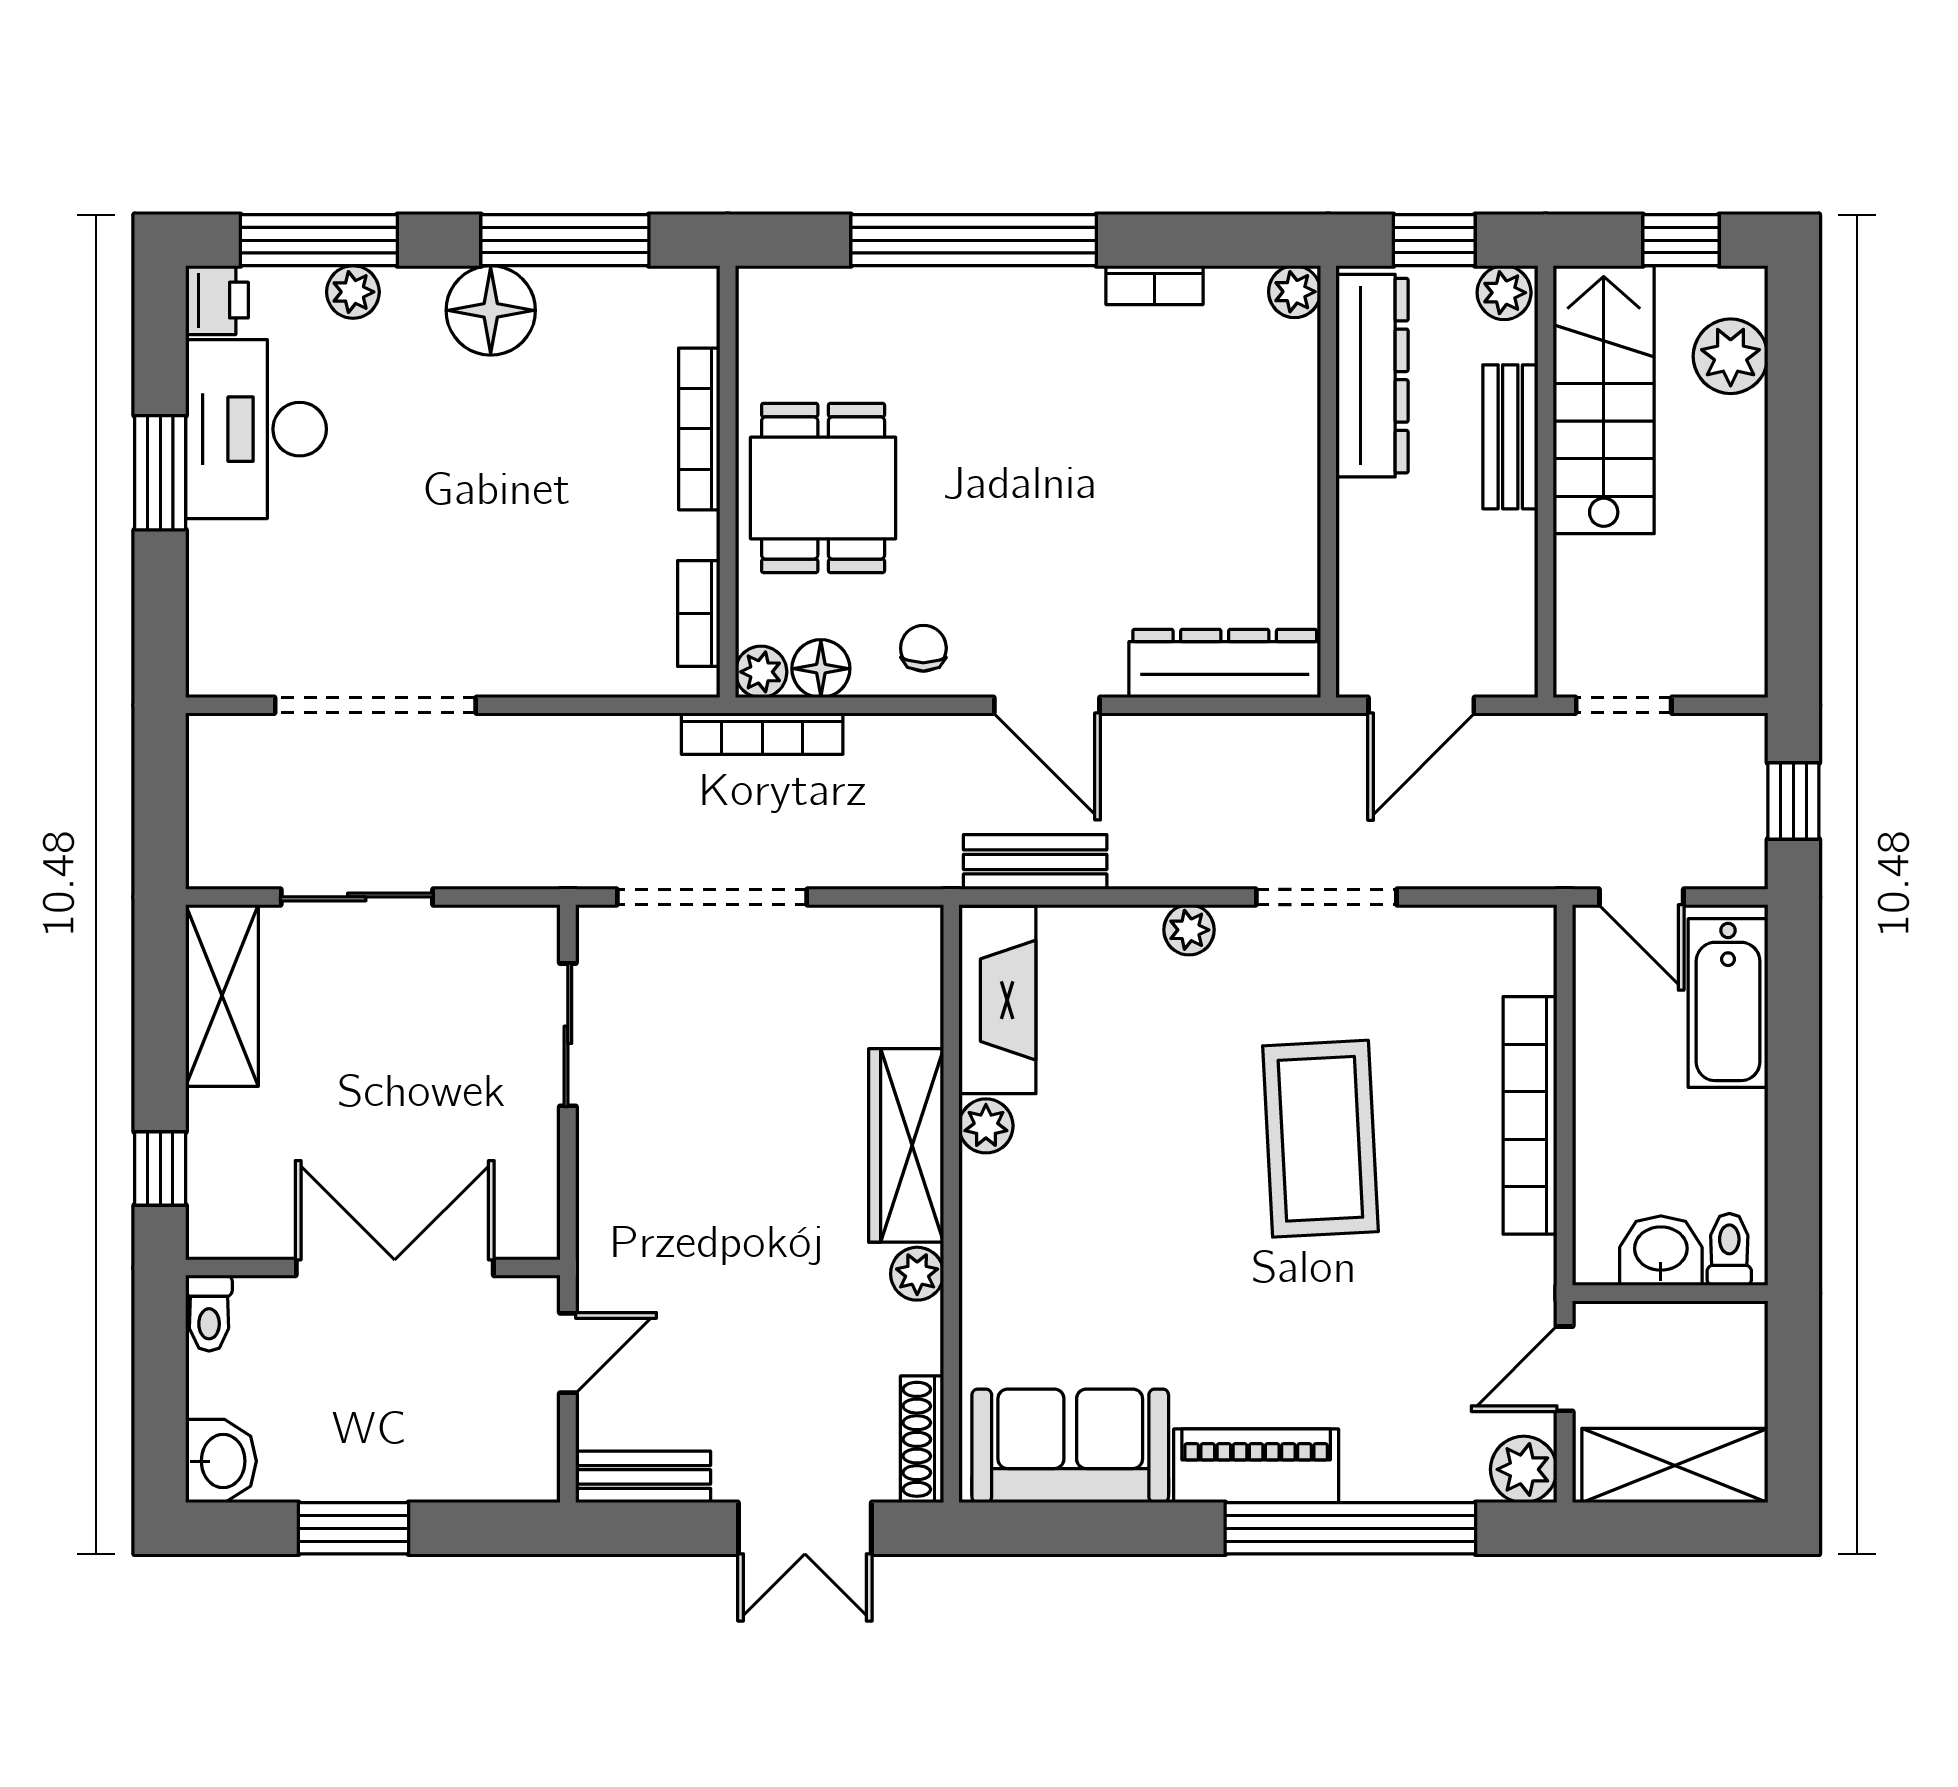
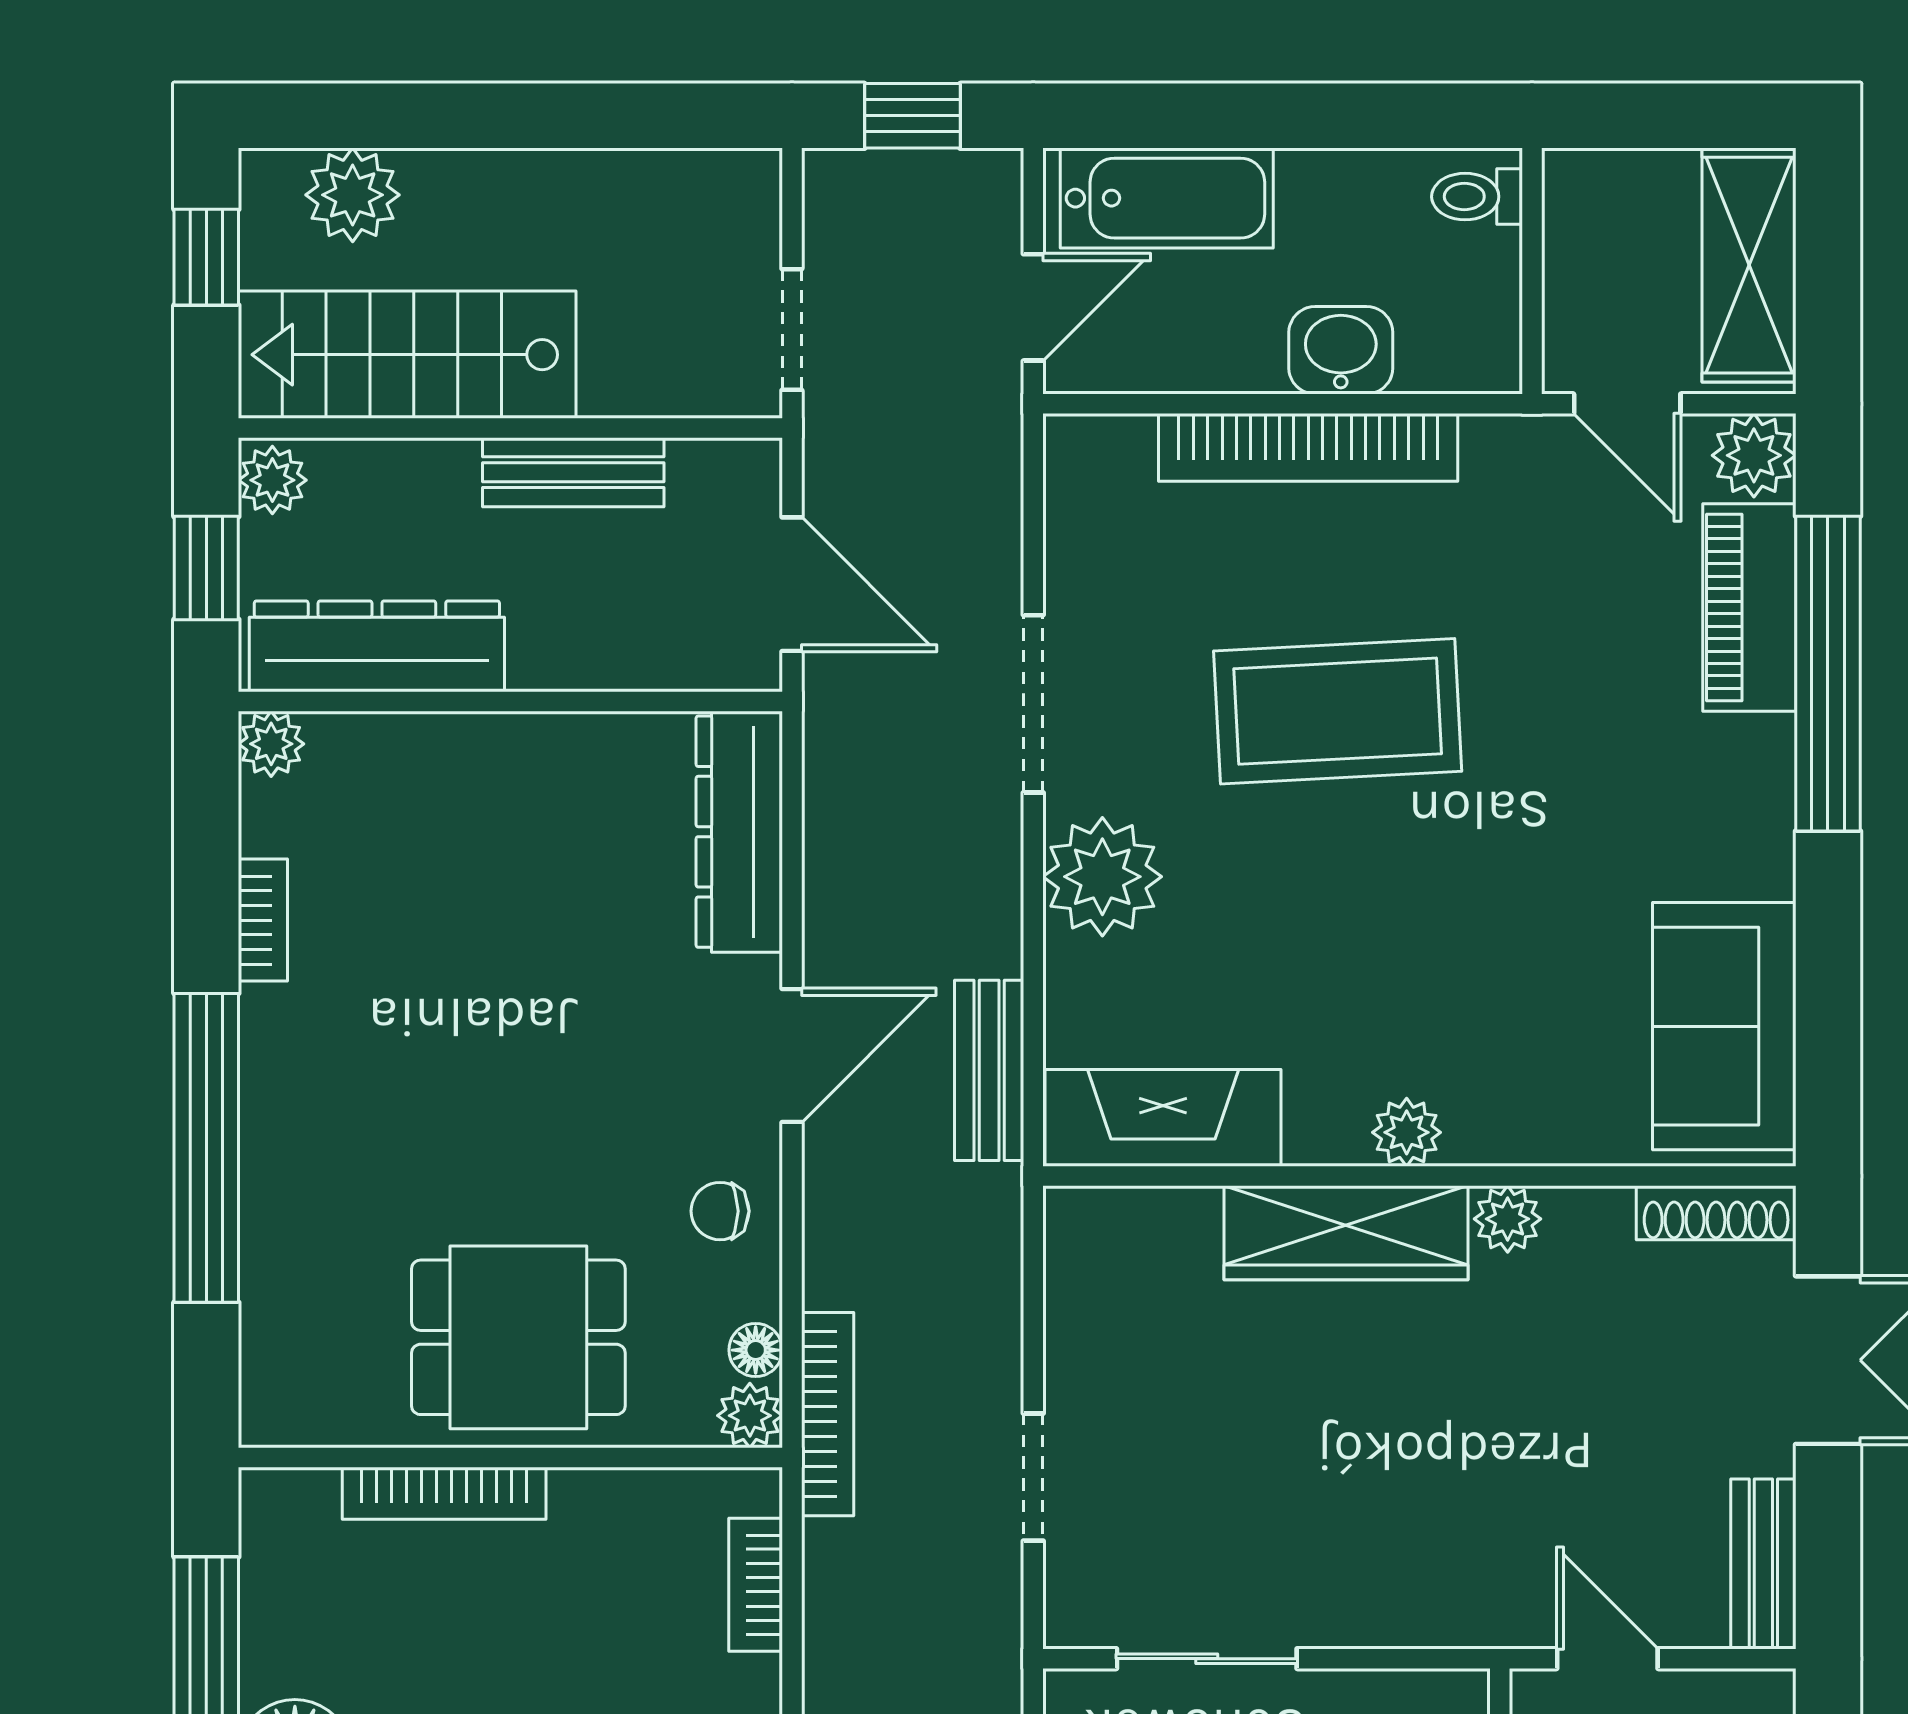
bench: (1510, 437) -> (573, 472), moved
bookcase: (699, 614) -> (756, 1585), moved, turned 90
floor lamp: (821, 669) -> (756, 1350), width x0.73, depth x0.73
doorway: (712, 897) -> (1033, 1477), width x0.53
plant: (1189, 930) -> (1102, 877), width x1.88, depth x1.88
plant: (986, 1126) -> (1407, 1132), moved
washbasin: (1661, 1251) -> (1341, 350), moved, turned 90
piano: (1256, 1466) -> (1749, 607), moved

